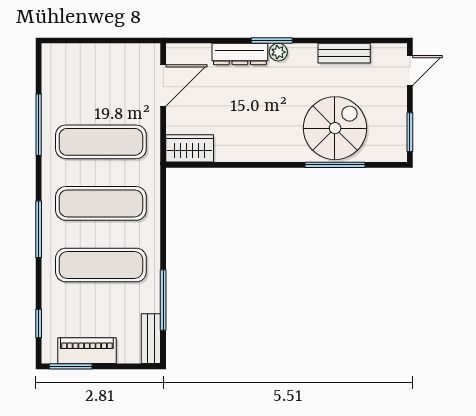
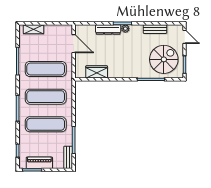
shelving: (74, 53) -> (33, 29), added
door: (410, 70) -> (185, 37), hinge flipped
door: (163, 85) -> (74, 44), hinge flipped
spiral stairs: (335, 128) -> (164, 59), moved
wardrobe: (190, 148) -> (97, 72), moved

